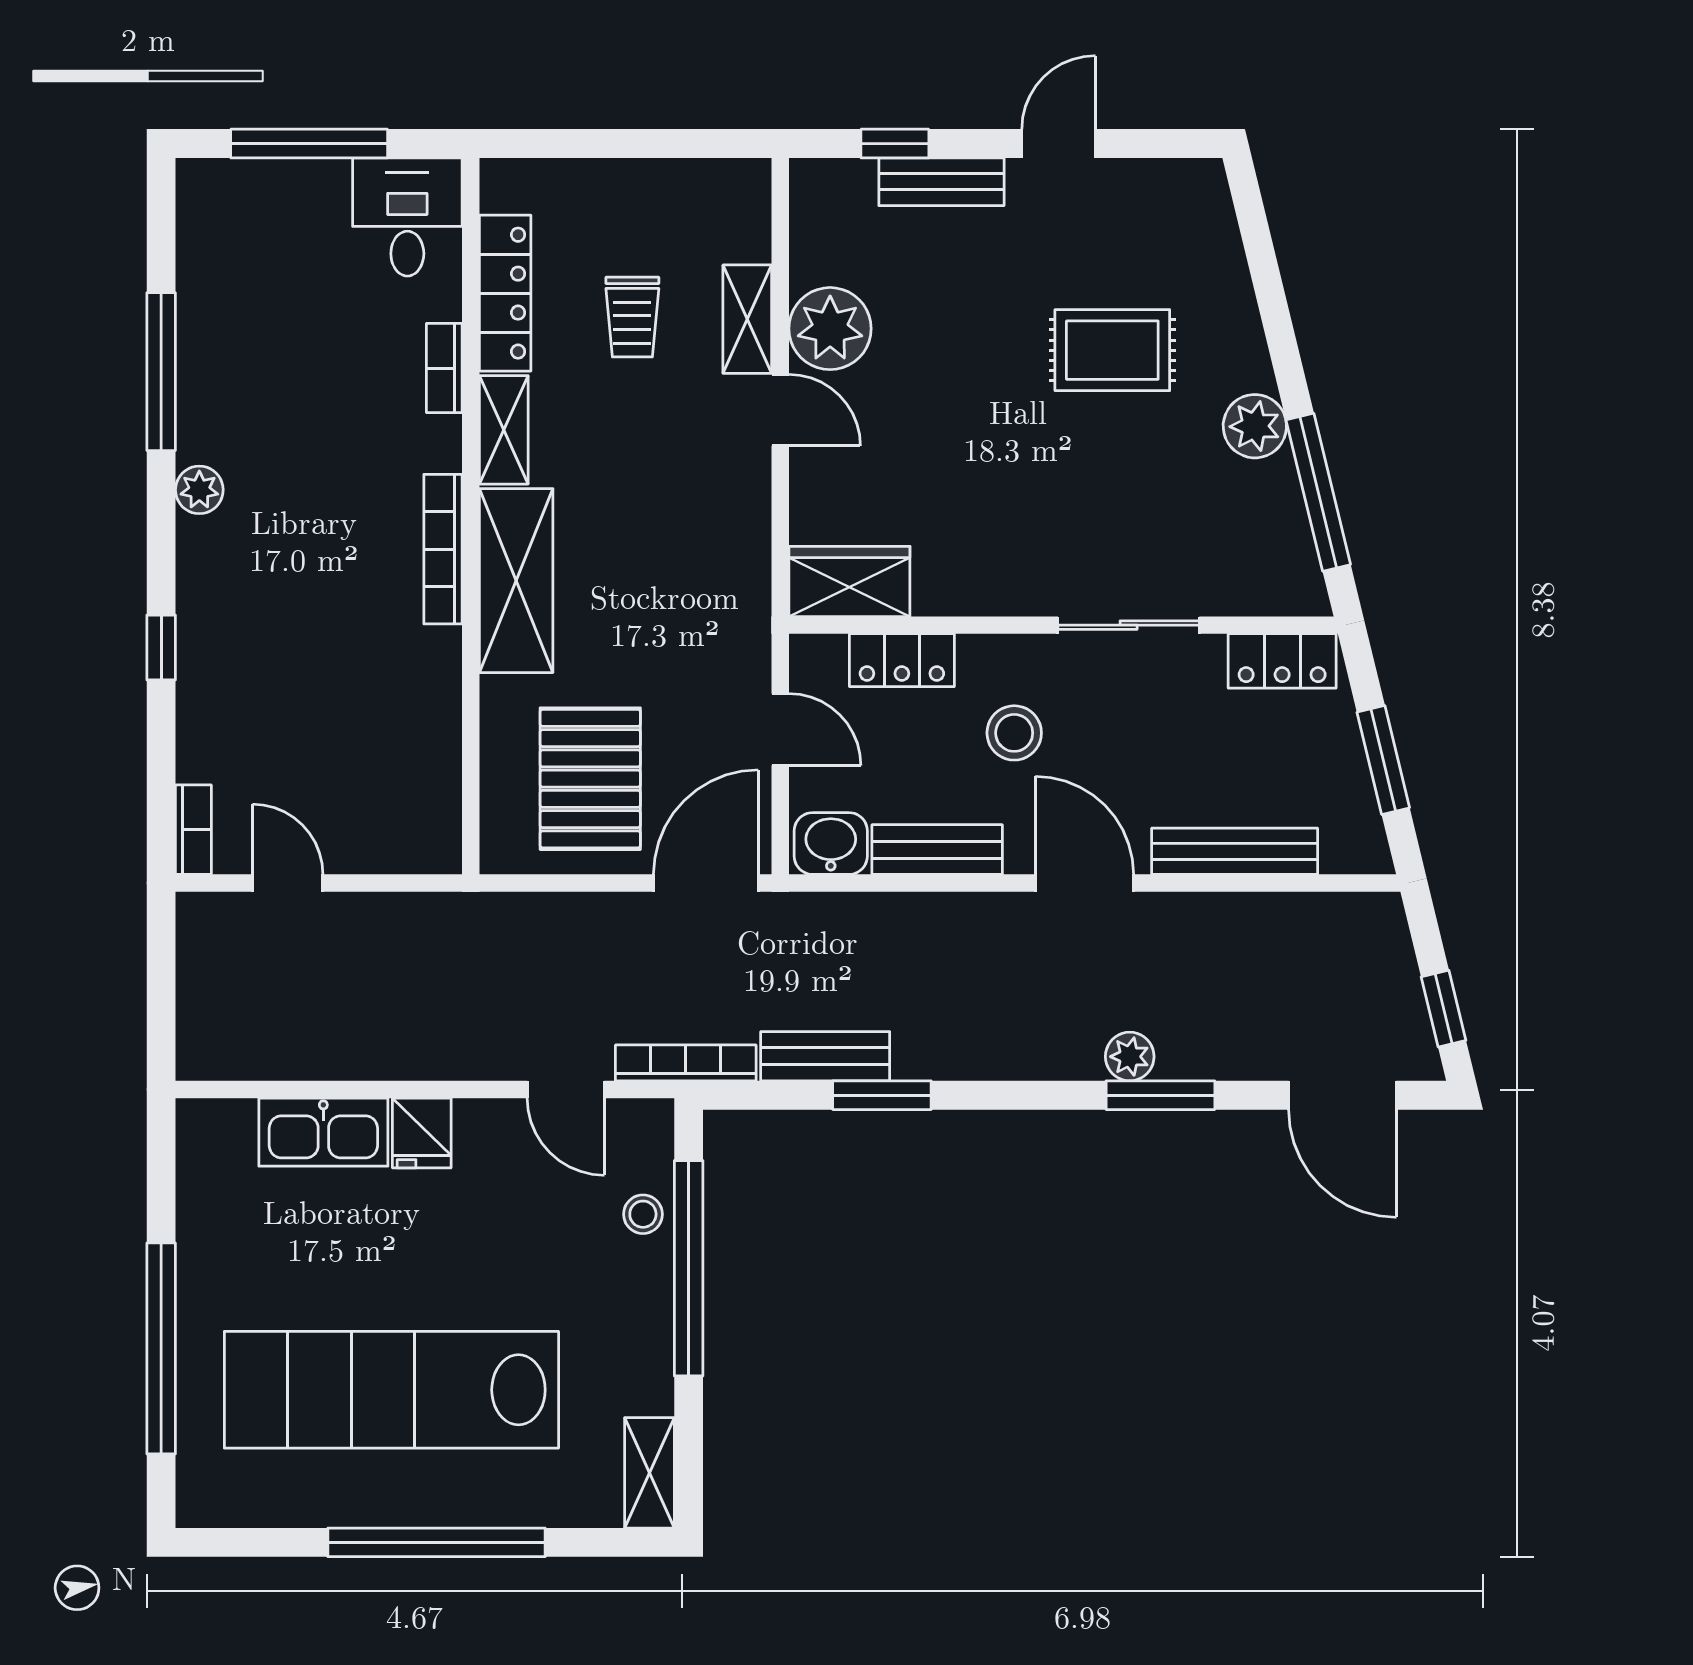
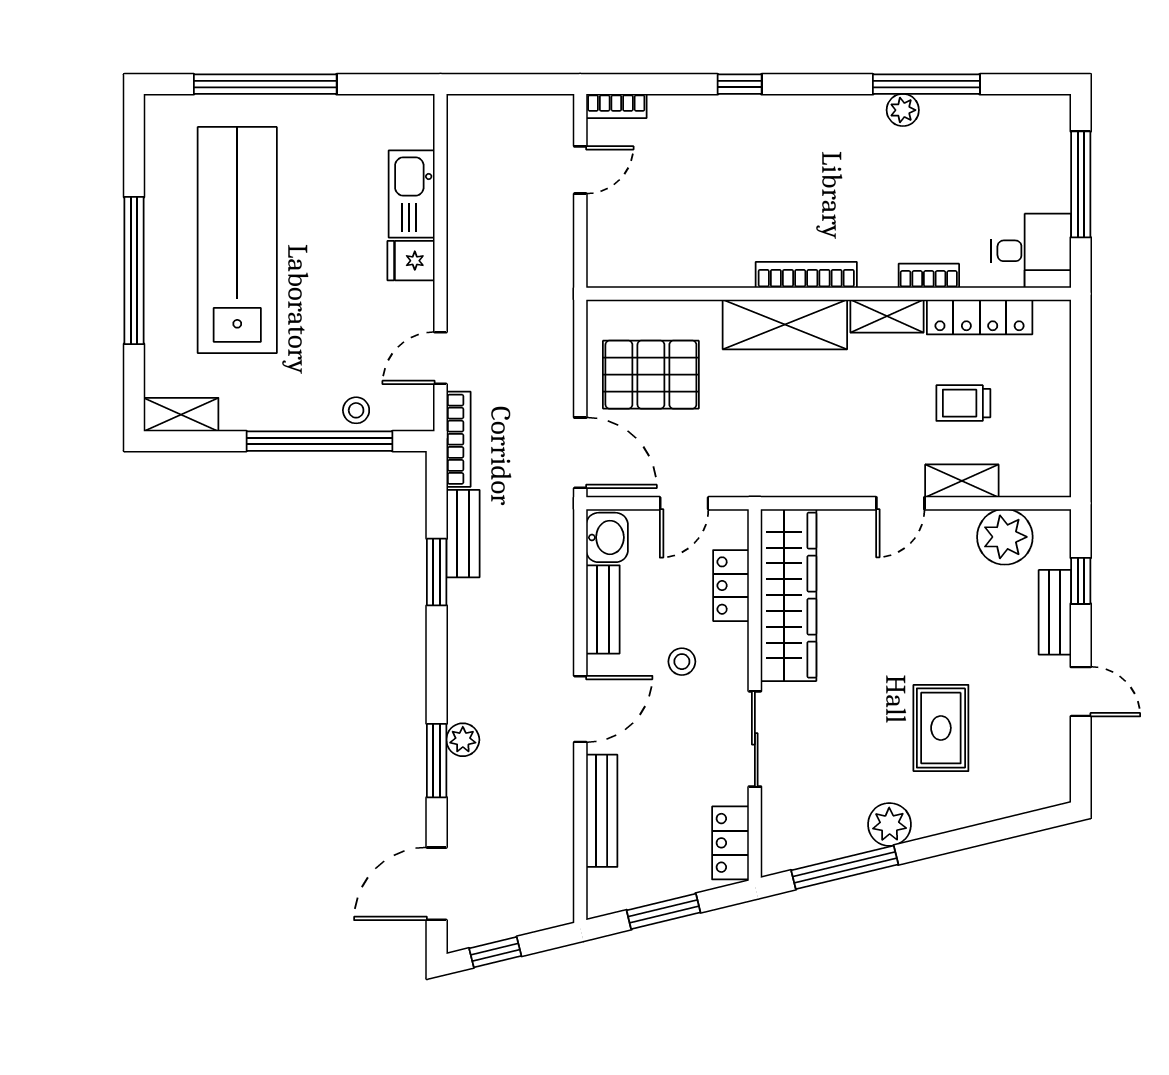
plant: (830, 329) -> (1005, 537), moved
plant: (199, 490) -> (903, 110), moved
wardrobe: (849, 581) -> (788, 595), width x2.10, depth x1.17
stool: (1014, 733) -> (682, 662), width x0.73, depth x0.73

